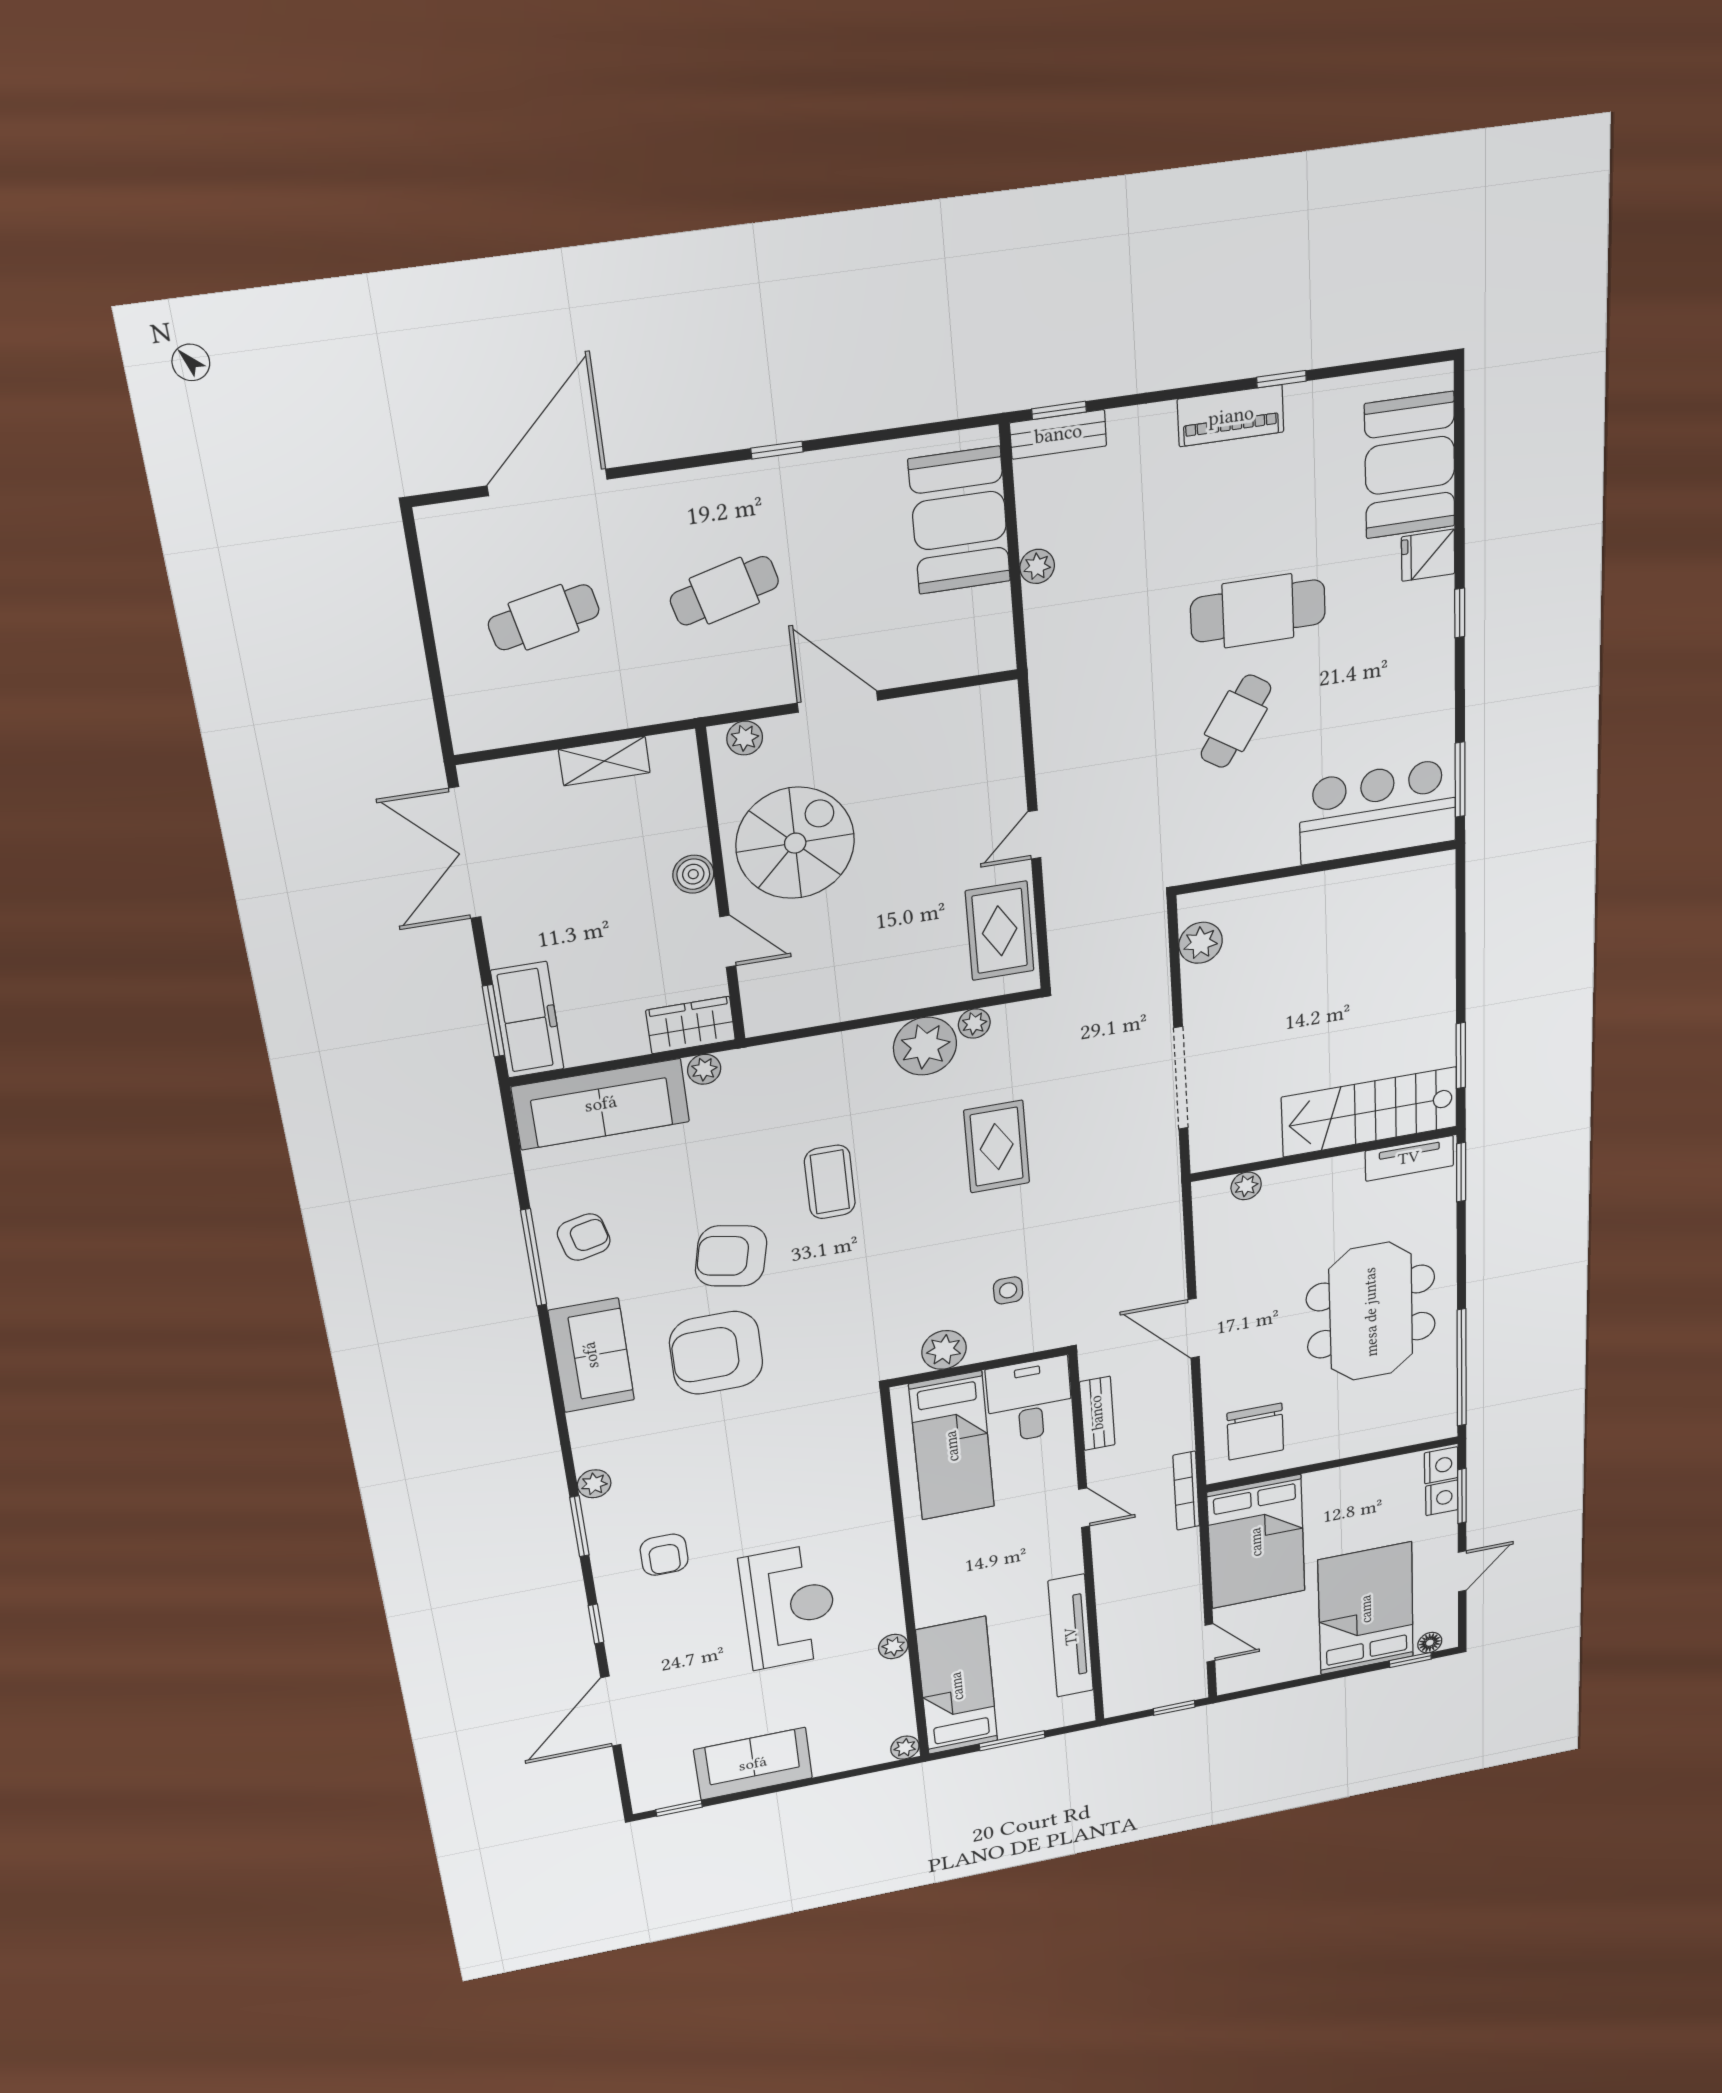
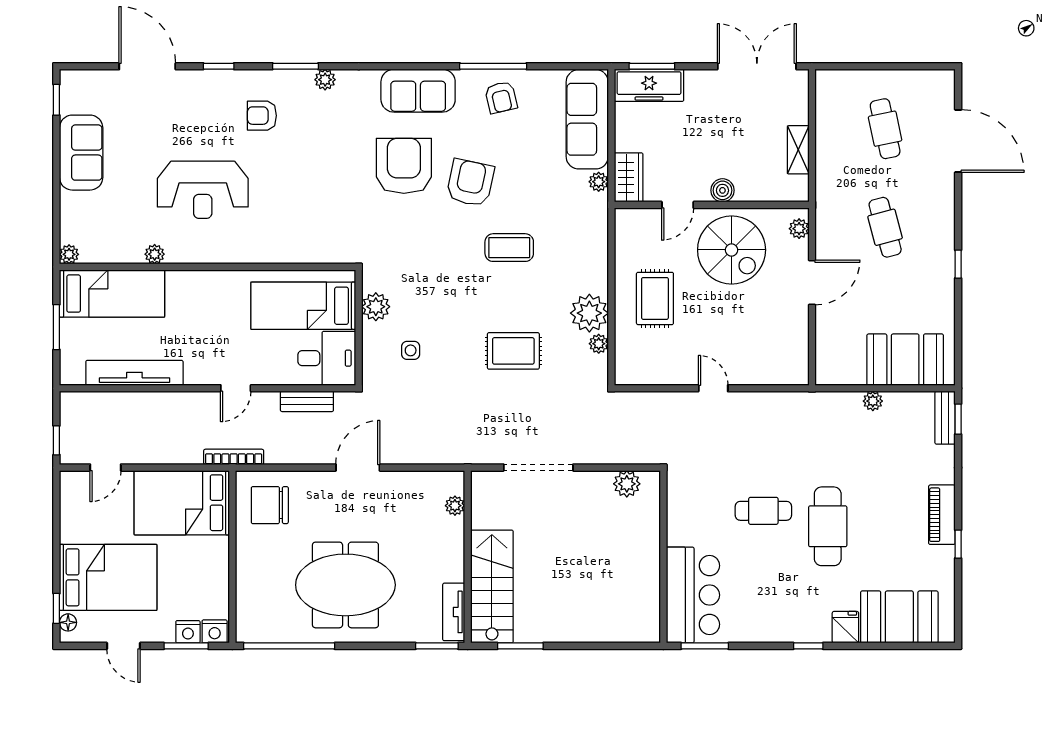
cafe table: (1236, 721) -> (763, 511), turned -33
rug: (1000, 931) -> (655, 298), moved, turned 90

